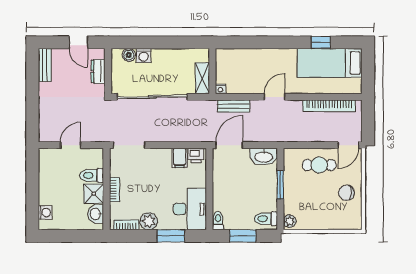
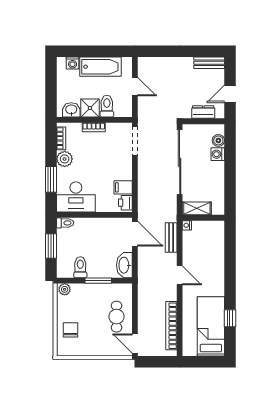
bathtub: (49, 182) -> (100, 67), added
chair: (346, 193) -> (70, 330), moved
toilet: (266, 219) -> (80, 267), moved

